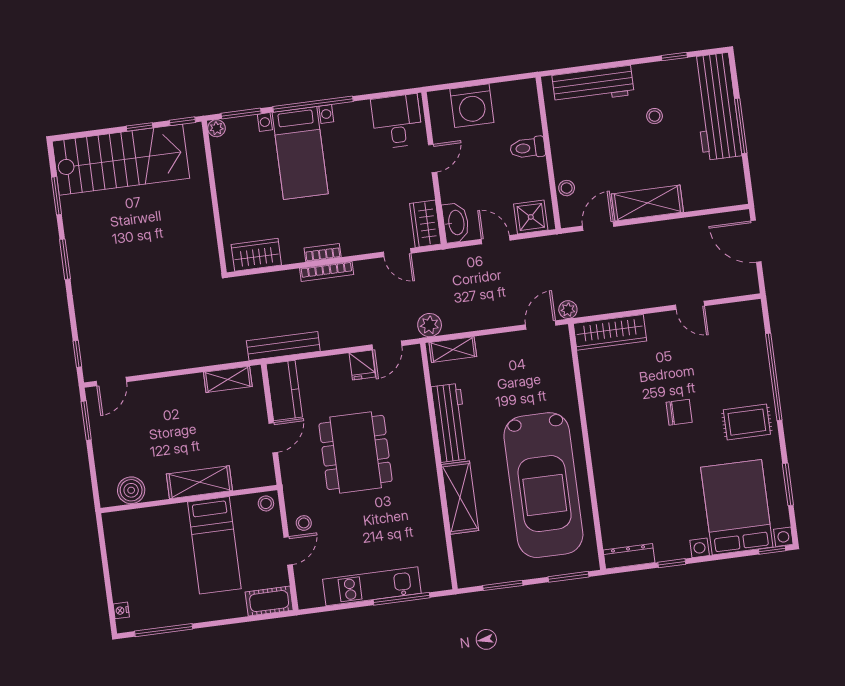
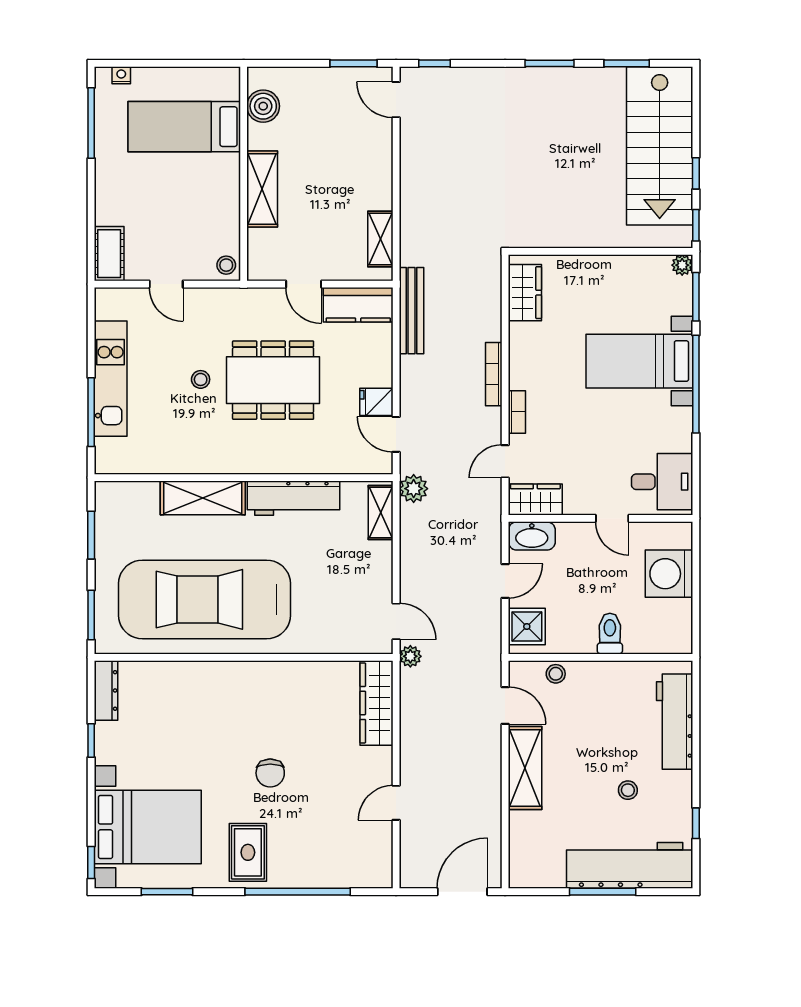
bookcase: (323, 253) -> (517, 412), moved
stool: (304, 523) -> (201, 379), moved
bed: (214, 545) -> (184, 127), moved

